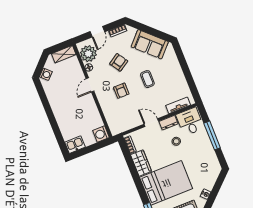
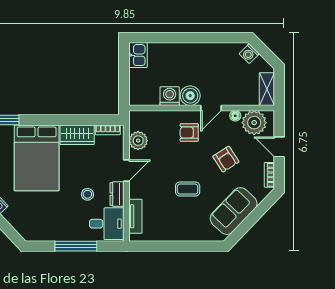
door: (90, 85) -> (211, 108), swing flipped
armchair: (121, 91) -> (189, 132), moved
boiler: (88, 101) -> (190, 96), added
plant: (129, 123) -> (138, 141), added
washing machine: (101, 134) -> (170, 96), moved

